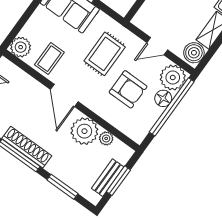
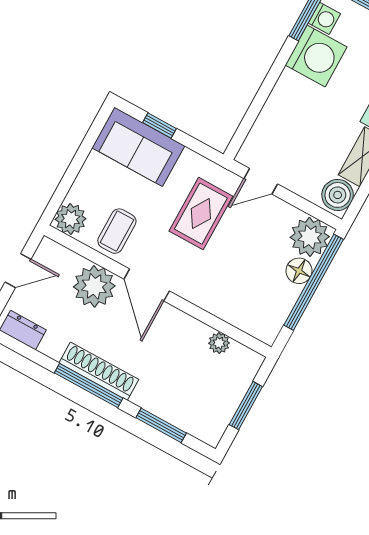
door: (157, 46) -> (261, 181), moved
armchair: (128, 89) -> (243, 263), removed
plant: (84, 131) -> (94, 286), moved
bench: (108, 178) -> (229, 403), removed

